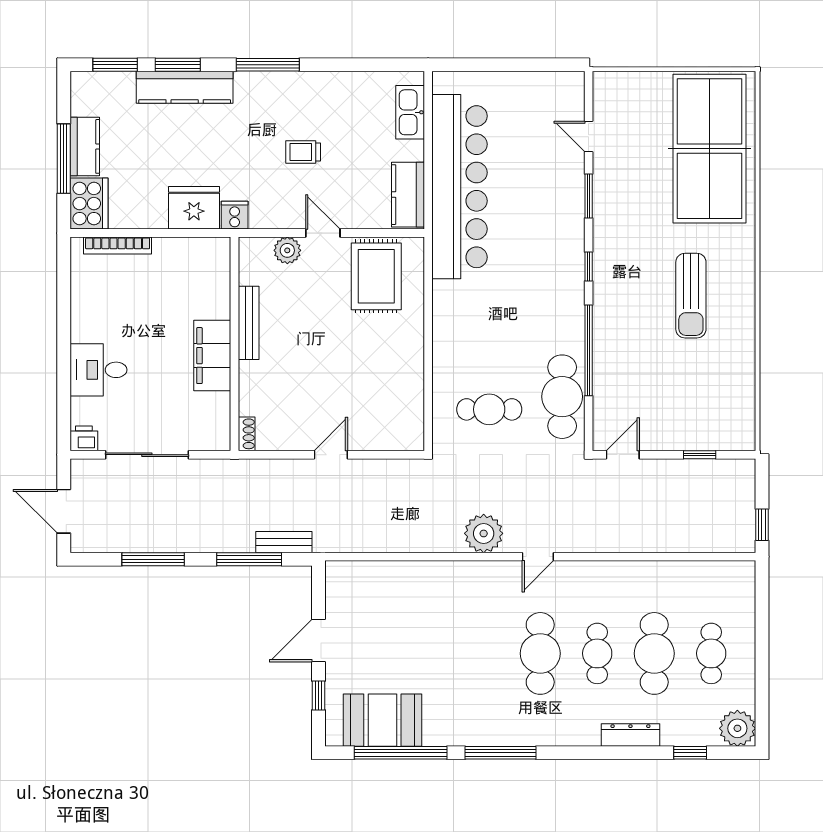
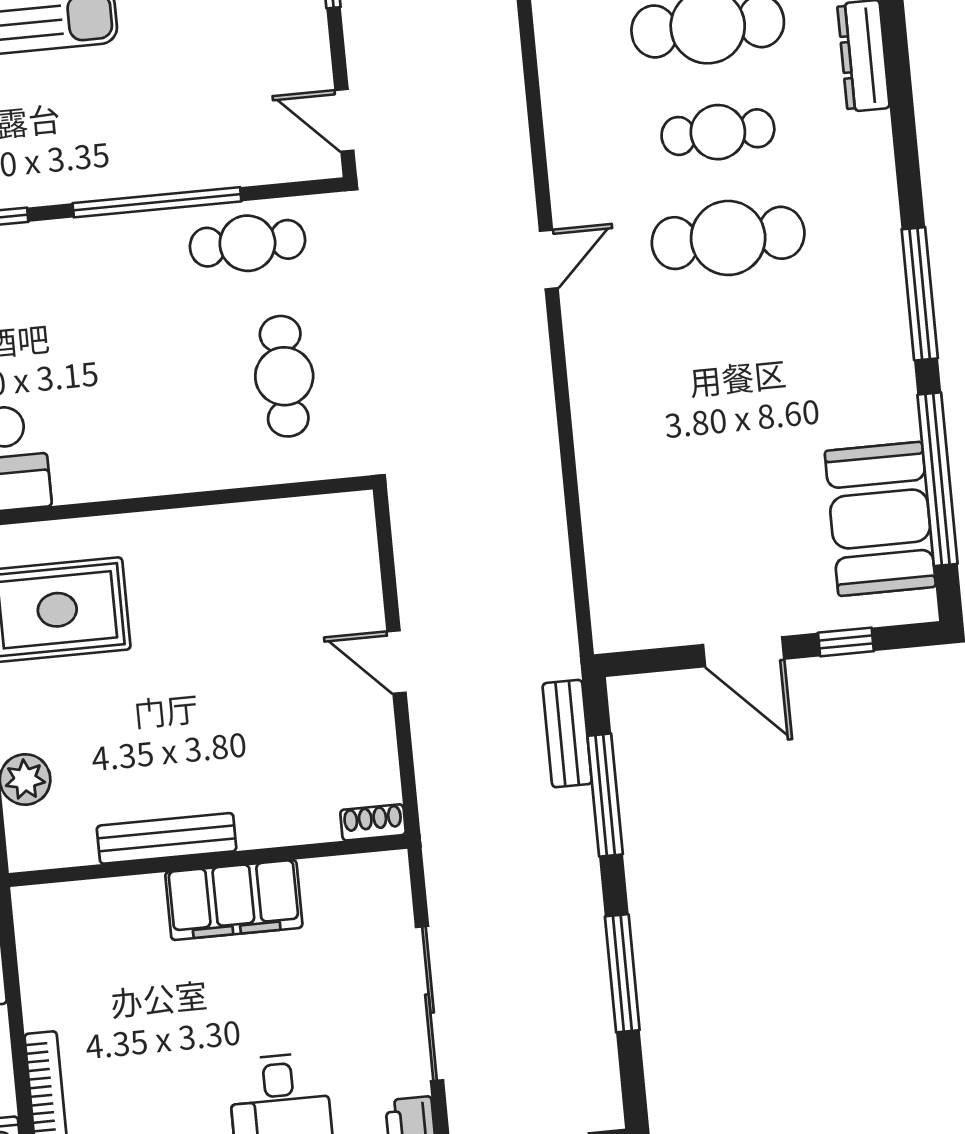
cafe table: (562, 397) -> (247, 243), width x0.73, depth x0.74
plant: (484, 533) -> (516, 364), removed
door: (538, 557) -> (549, 260), hinge flipped

